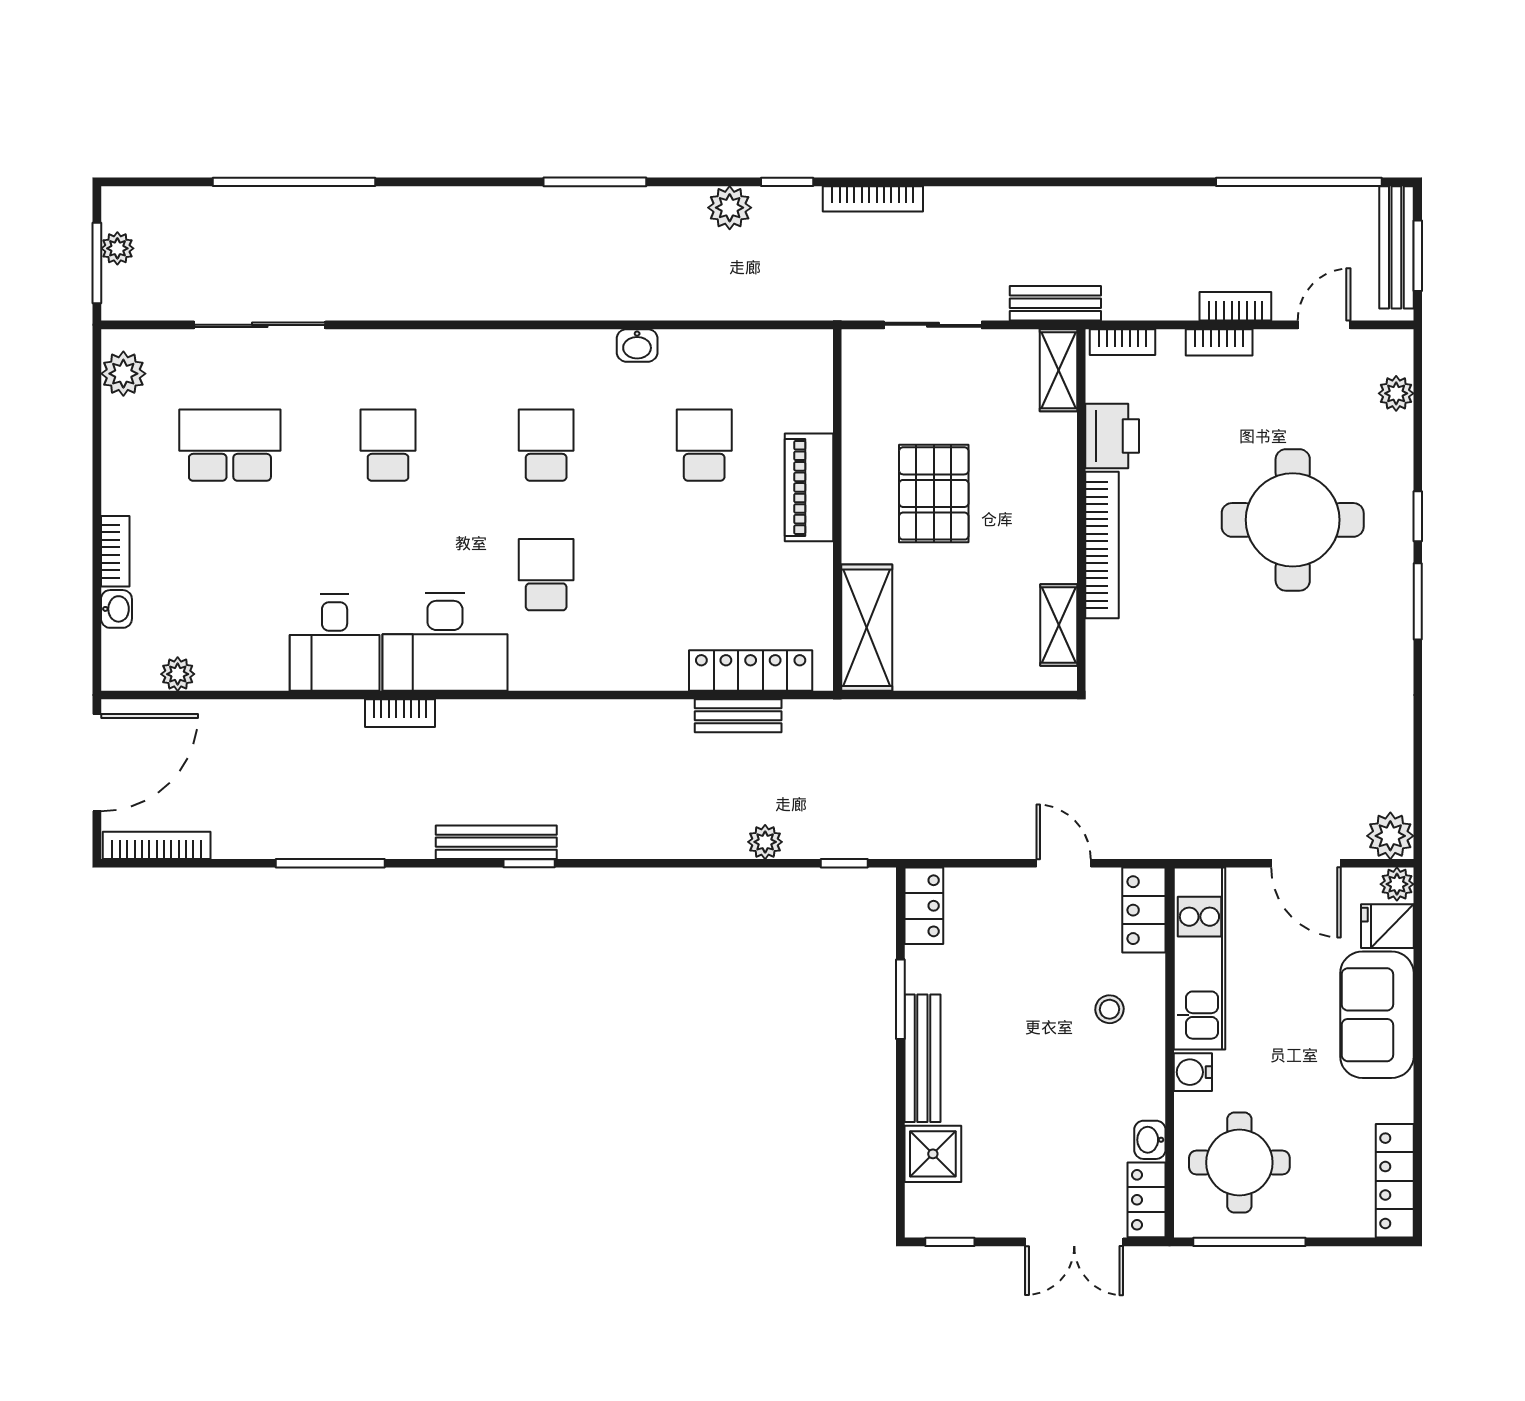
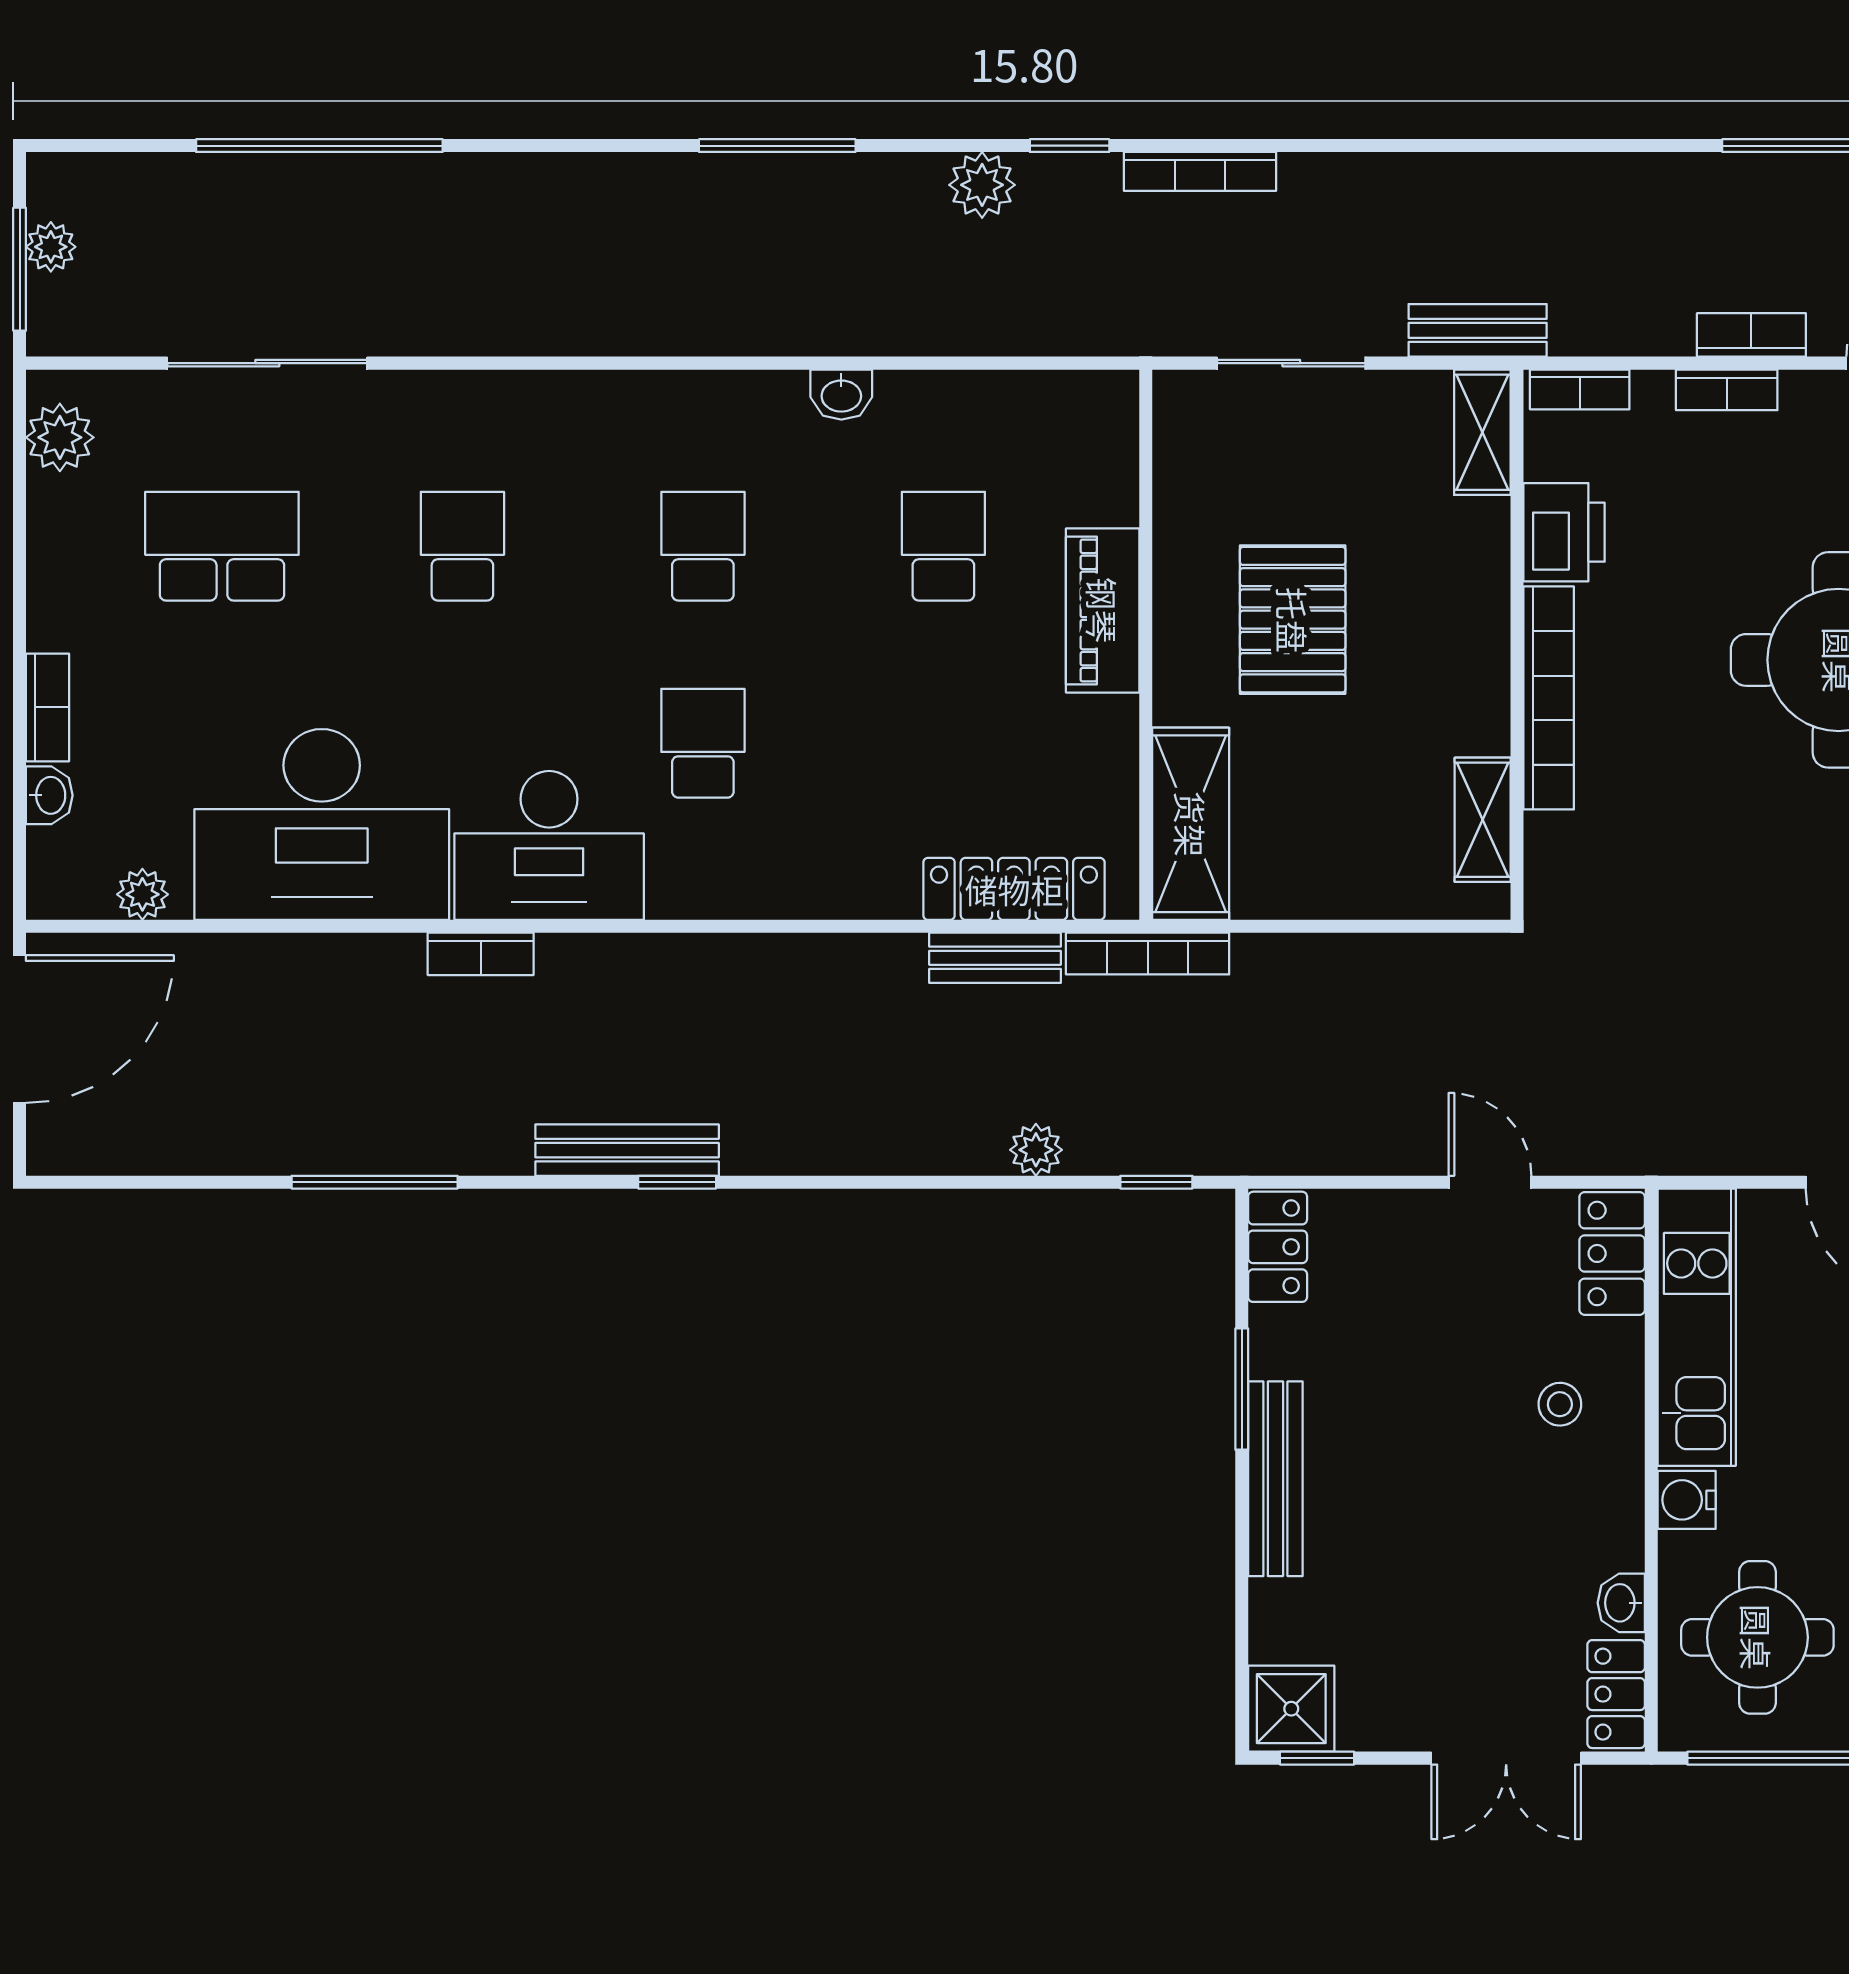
desk: (335, 643) -> (322, 824), width x1.87, depth x1.30
bookcase: (157, 845) -> (1148, 954), moved, turned 180
shower: (933, 1154) -> (1291, 1709), moved

